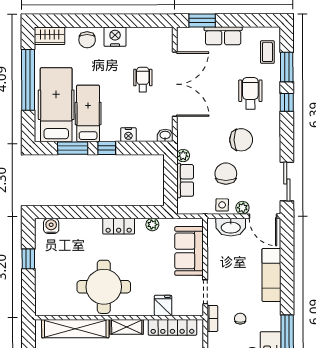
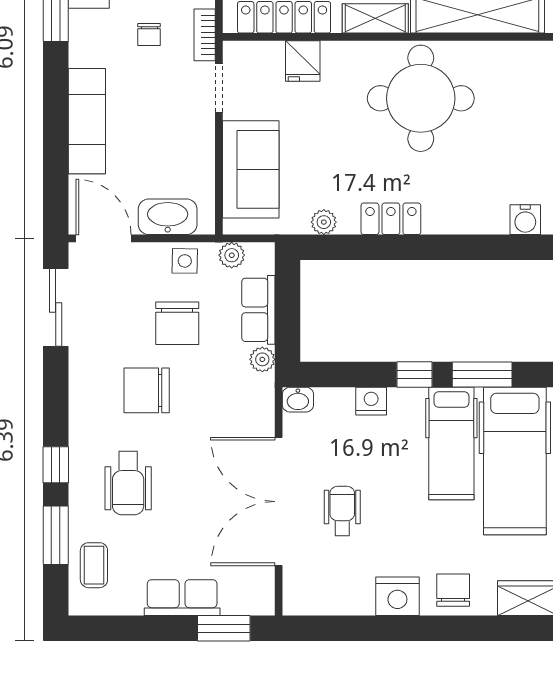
wheelchair: (143, 80) -> (342, 511), turned 180
plant: (242, 208) -> (232, 255), moved

